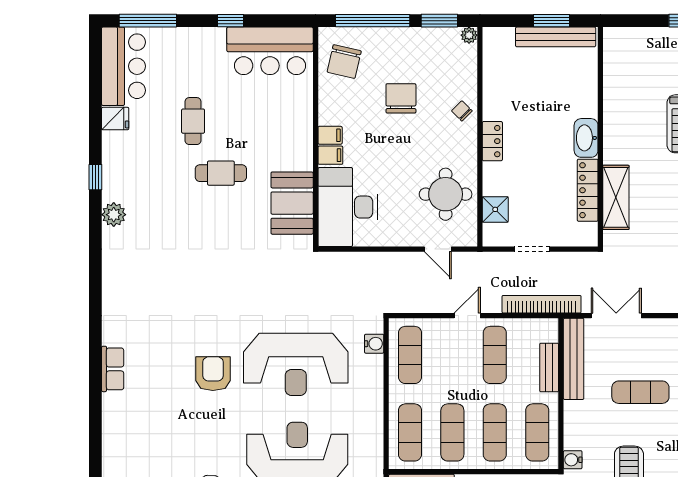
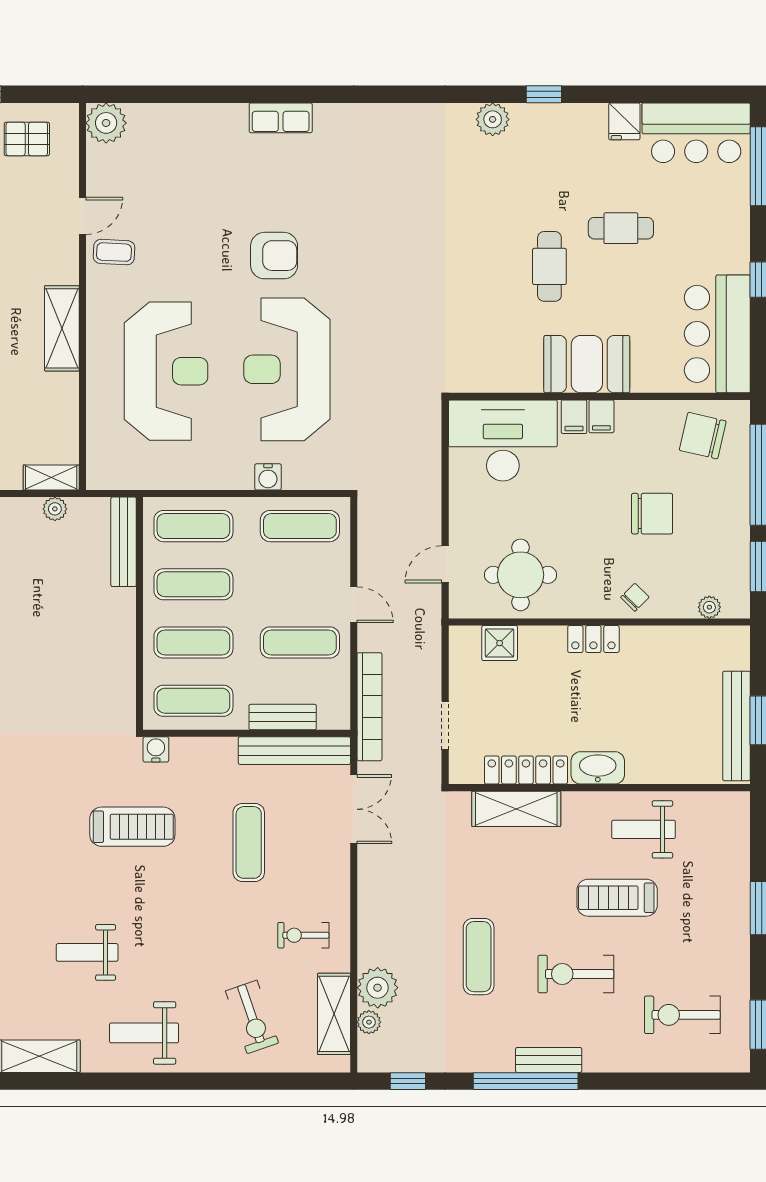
plant: (469, 35) -> (709, 607), moved
weight bench: (631, 105) -> (644, 829), added
booth: (292, 203) -> (587, 364), moved
doorway: (532, 249) -> (445, 725), moved
water cooler: (374, 344) -> (268, 477), moved

